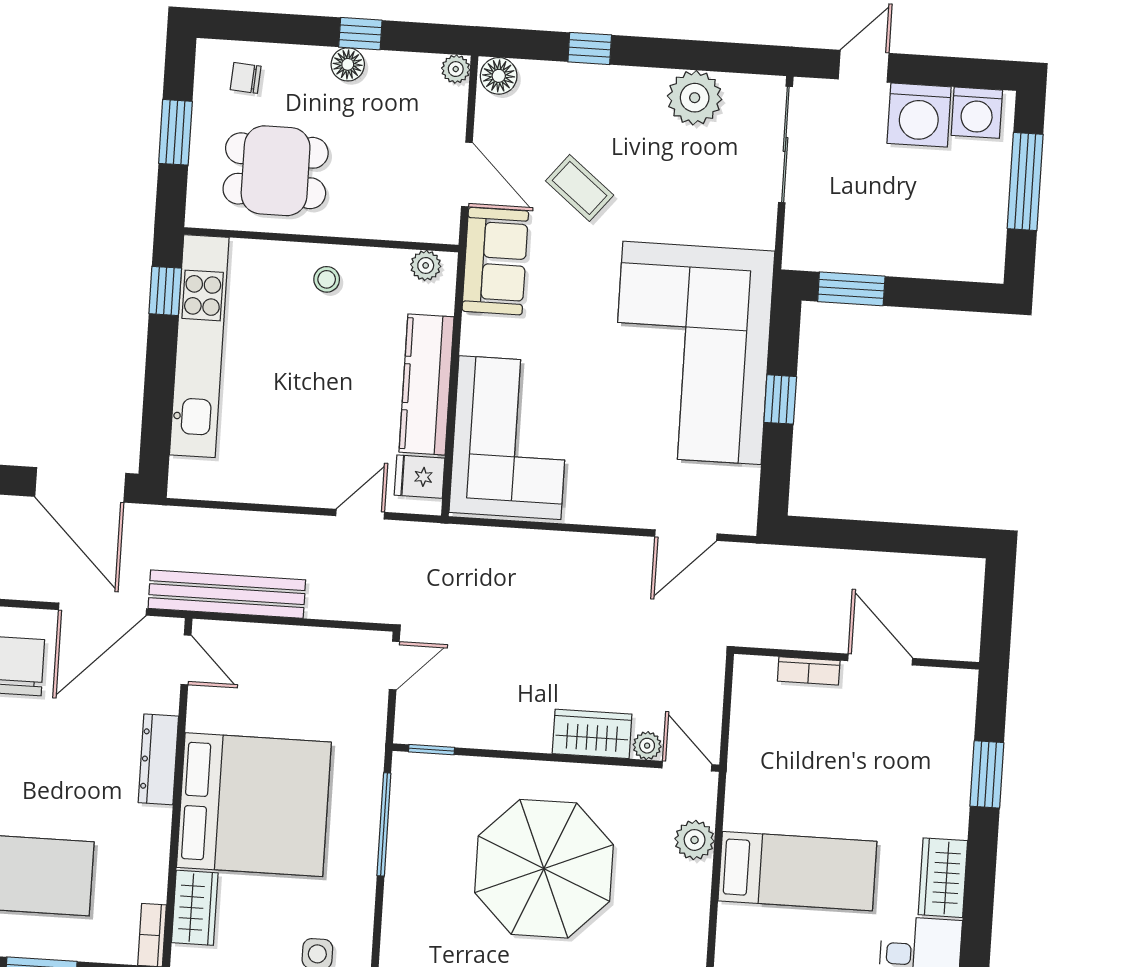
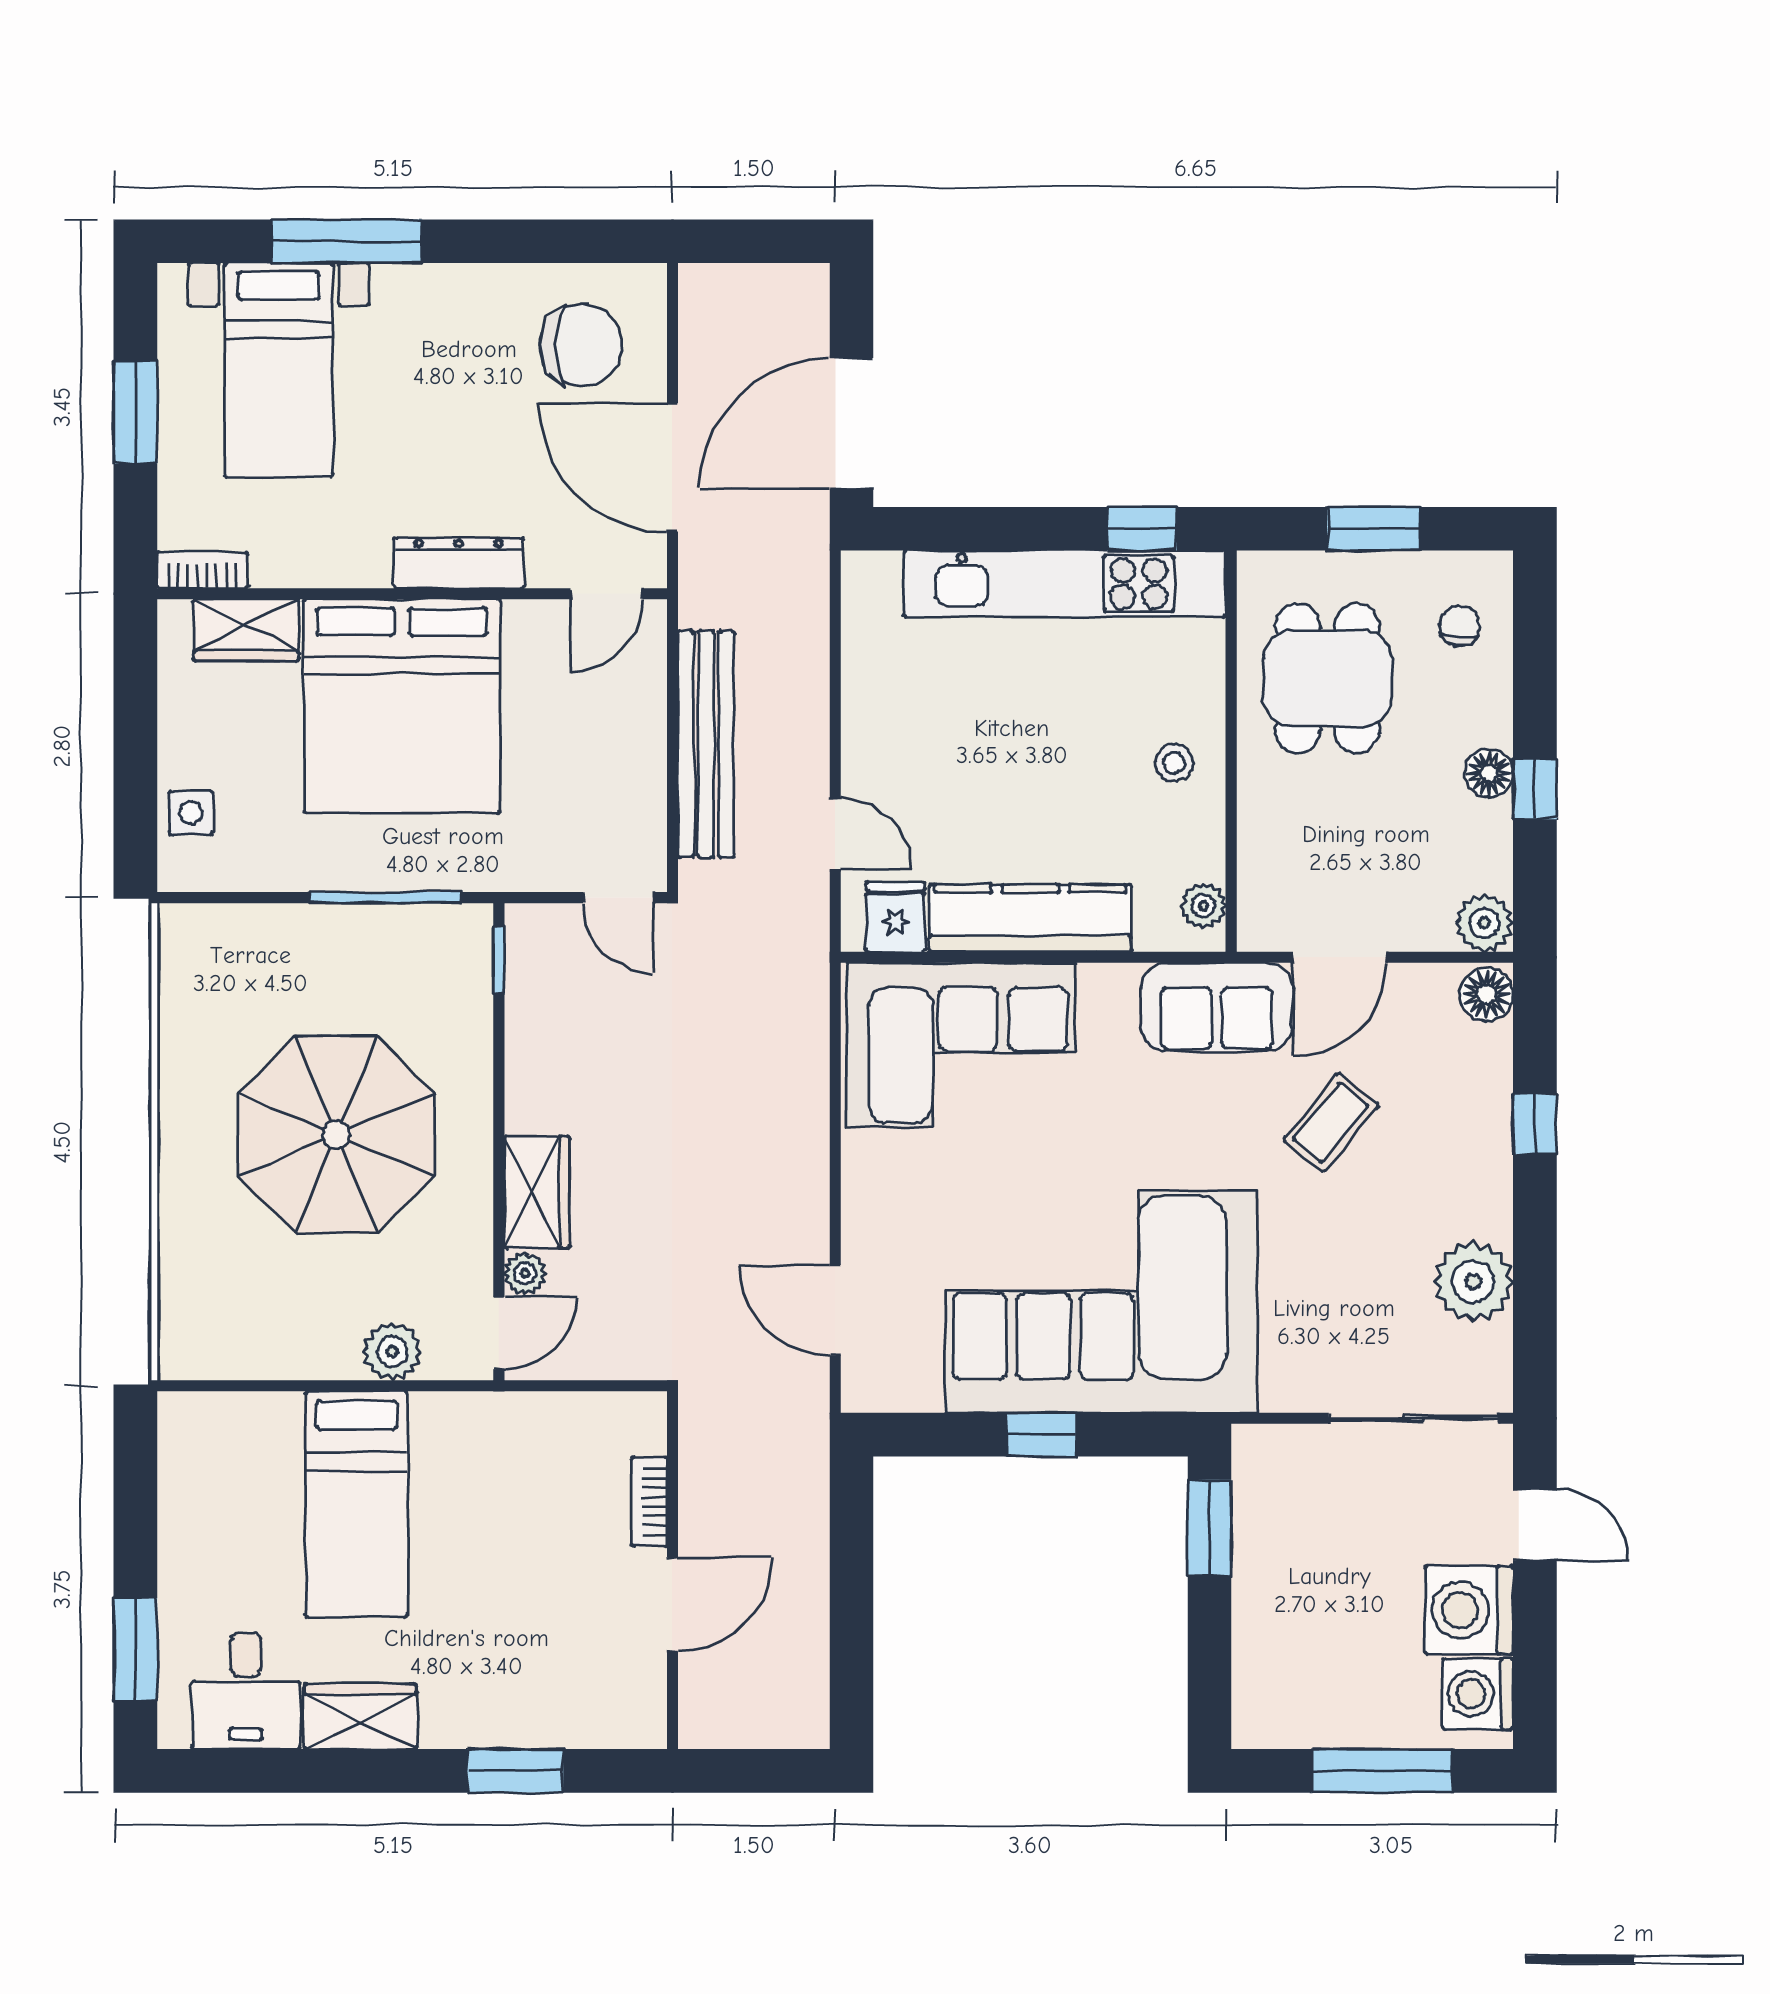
plant: (456, 69) -> (1485, 923), width x1.38, depth x1.38
bench: (227, 594) -> (706, 744), moved

